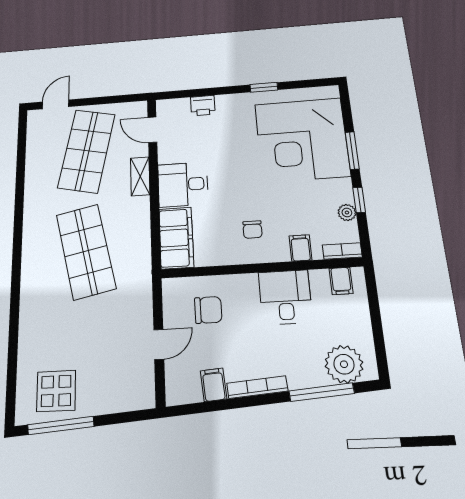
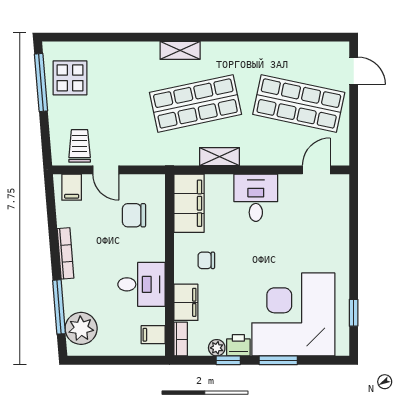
window: (264, 87) -> (354, 313), moved
printer: (203, 106) -> (238, 345), moved, turned 90
shelving: (140, 176) -> (219, 157), moved
filing cabinet: (176, 238) -> (189, 203), moved, turned -90
filing cabinet: (300, 248) -> (186, 302), width x2.00
shelving: (30, 271) -> (180, 50), added
chair: (208, 310) -> (134, 215), turned 90
trolley: (133, 376) -> (80, 146), added
filing cabinet: (214, 385) -> (72, 187), moved, turned 95

